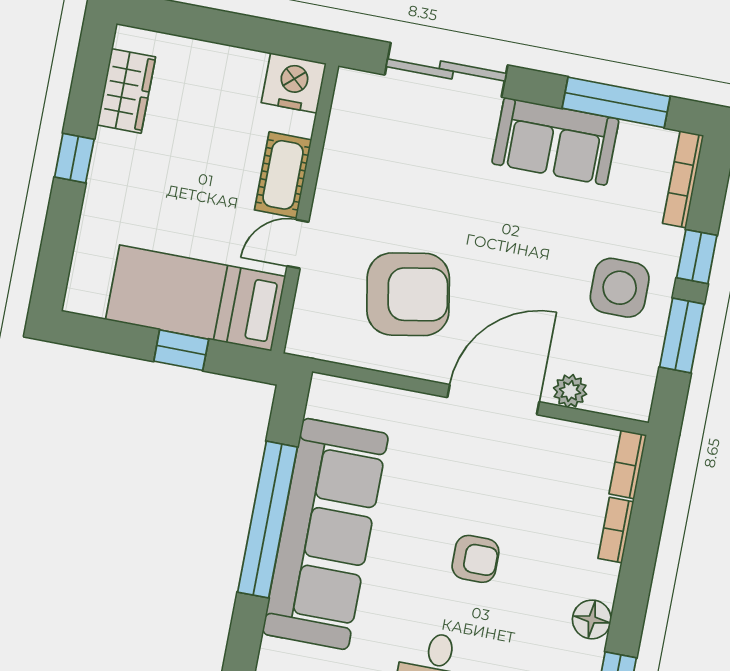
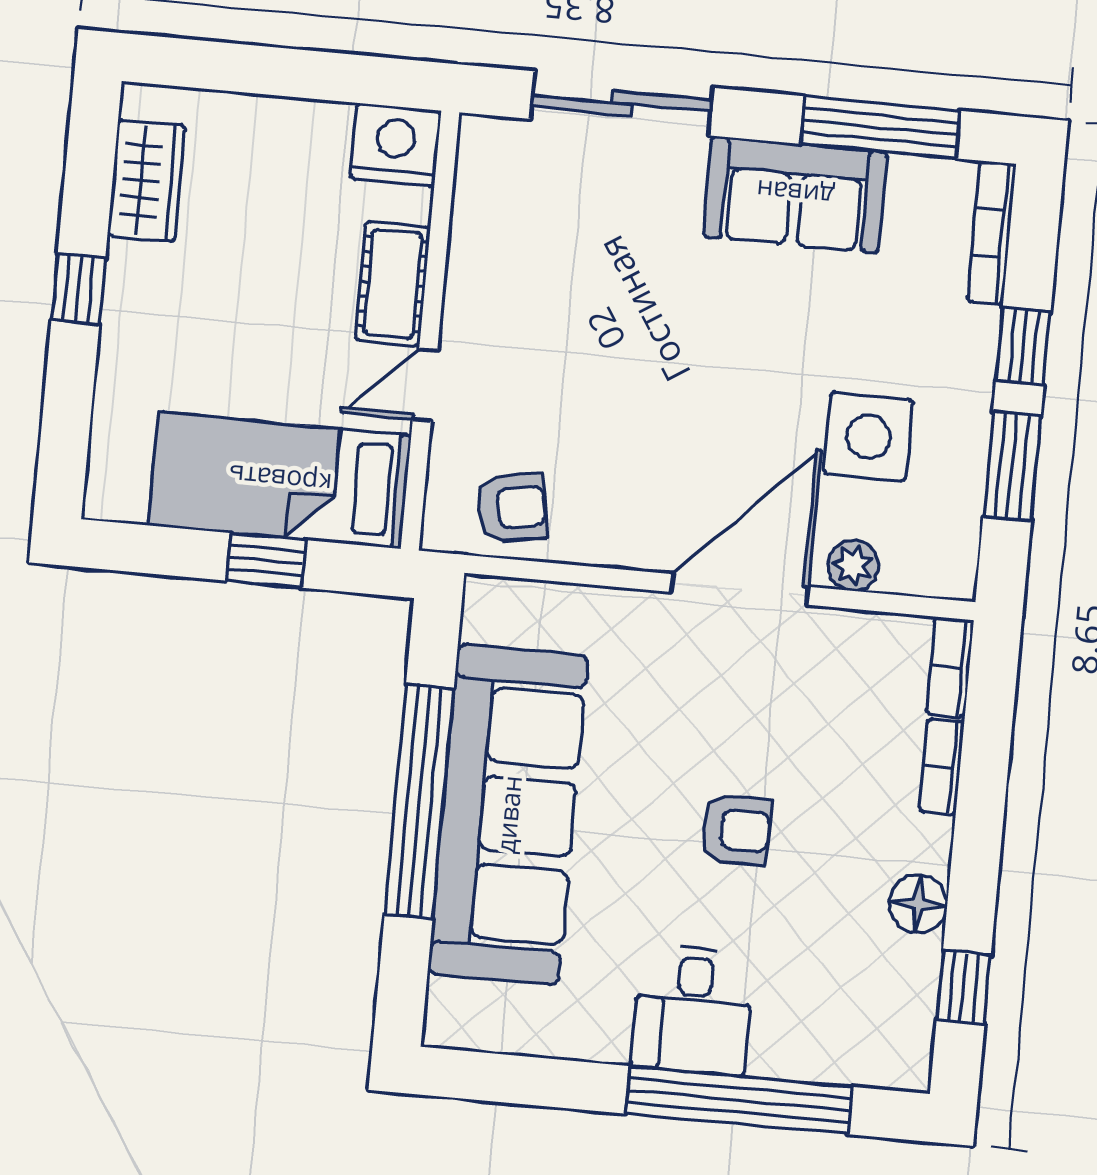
side table: (620, 288) -> (868, 437), moved
armchair: (408, 294) -> (512, 508), moved, width x0.53, depth x0.53

